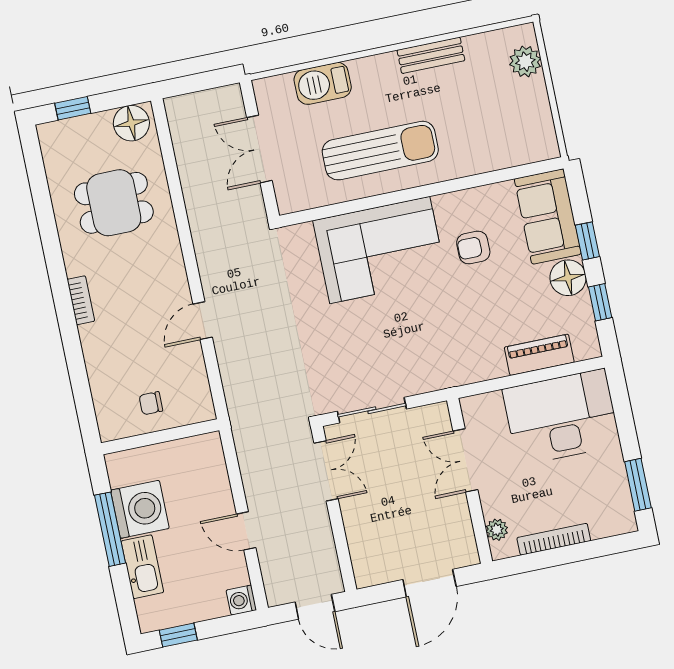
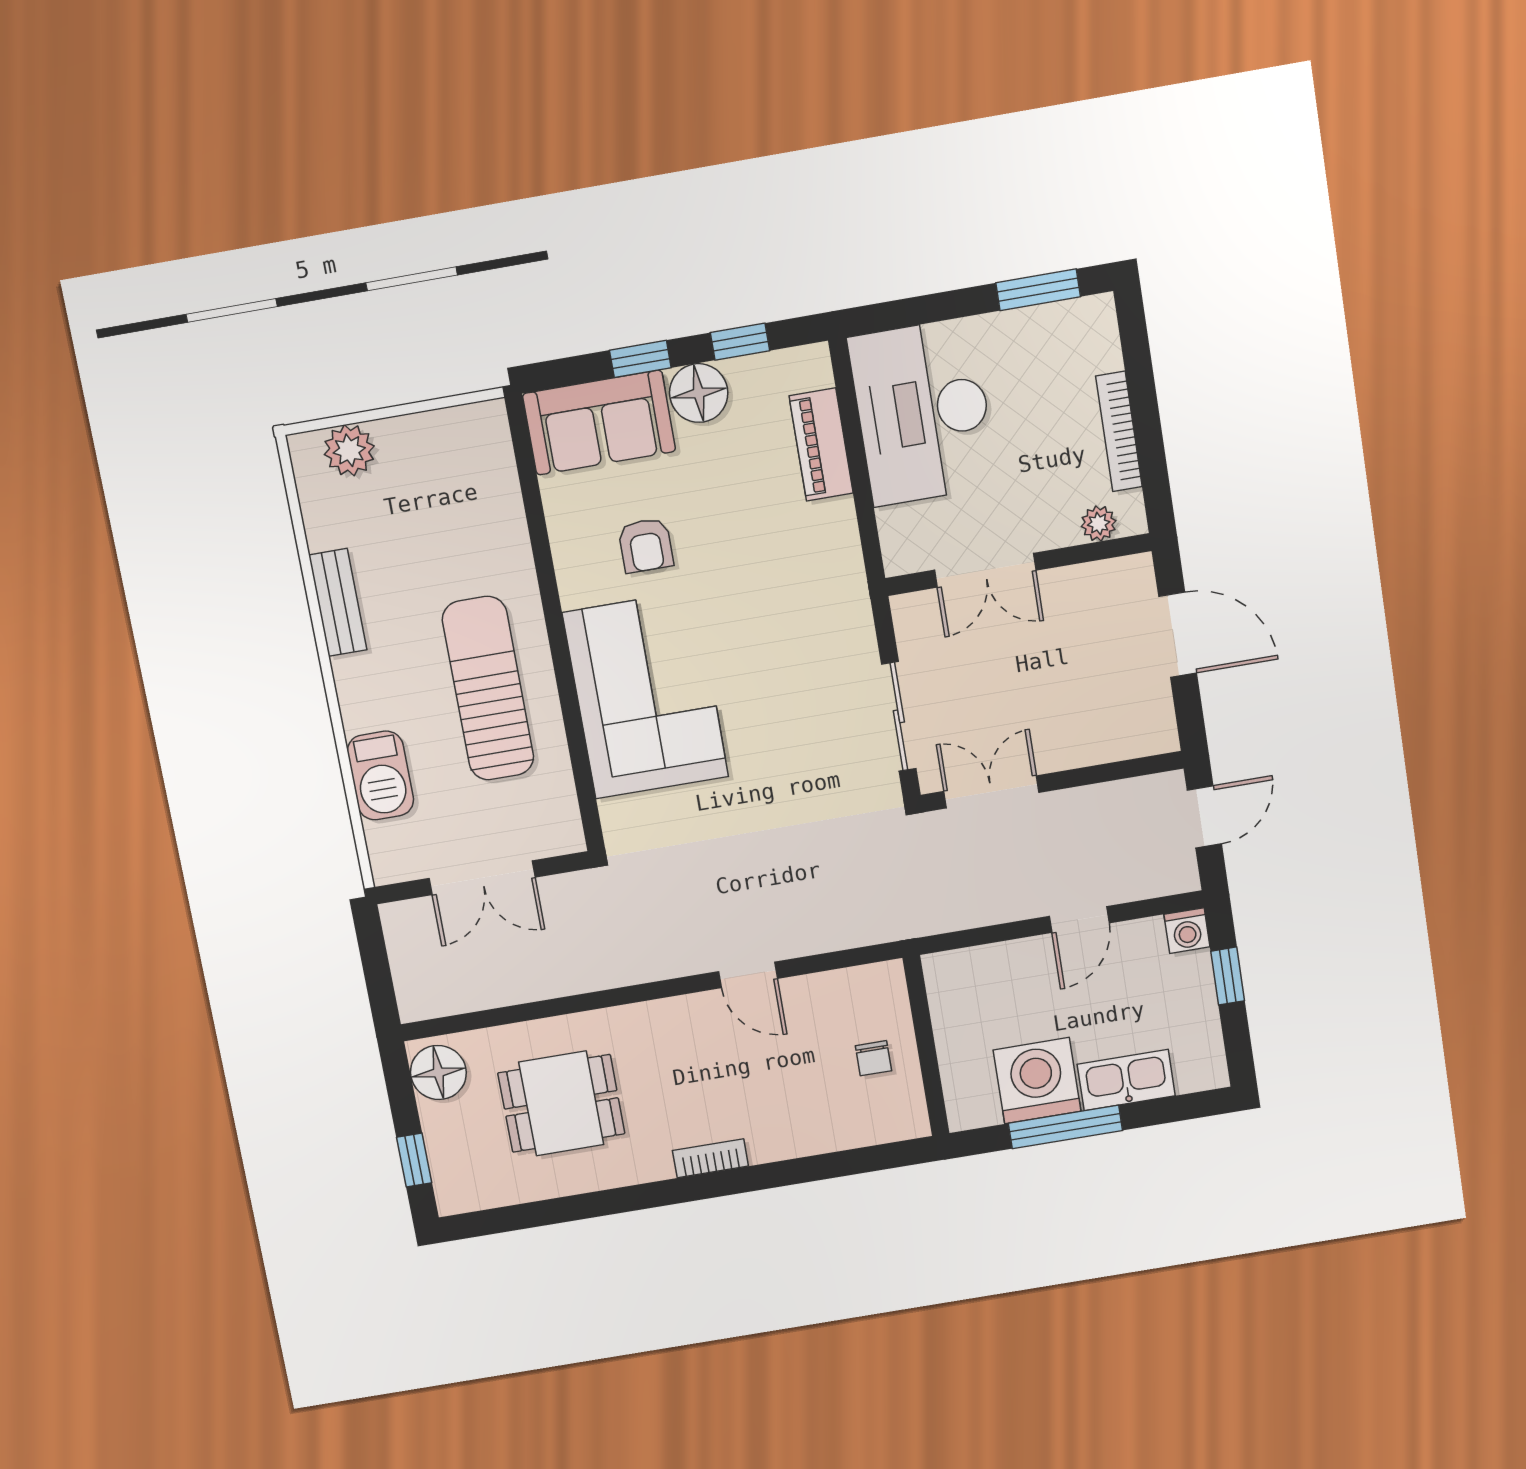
dining table: (114, 203) -> (561, 1103), turned 90
window: (178, 635) -> (1228, 976), moved

